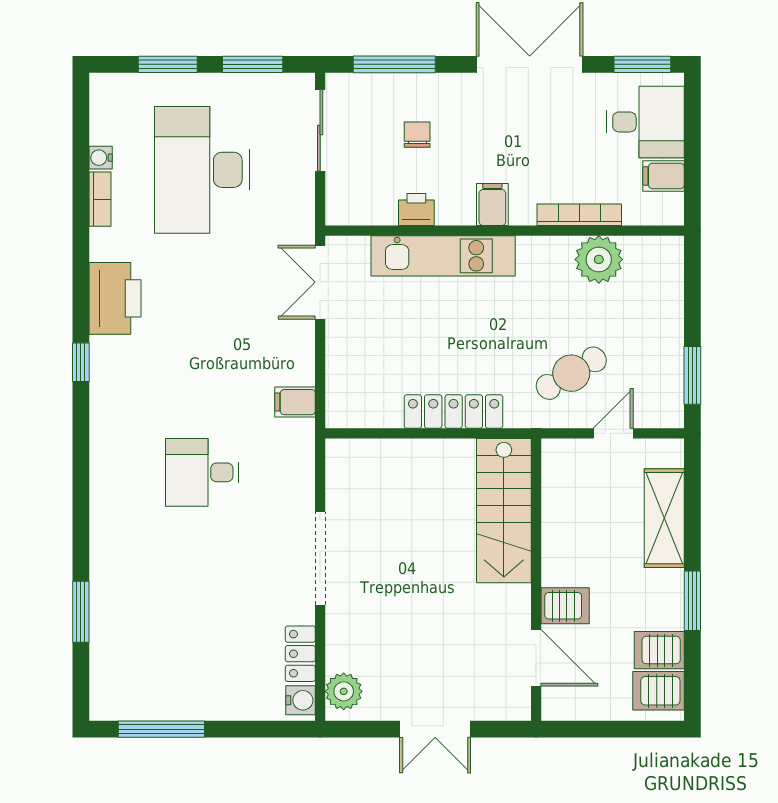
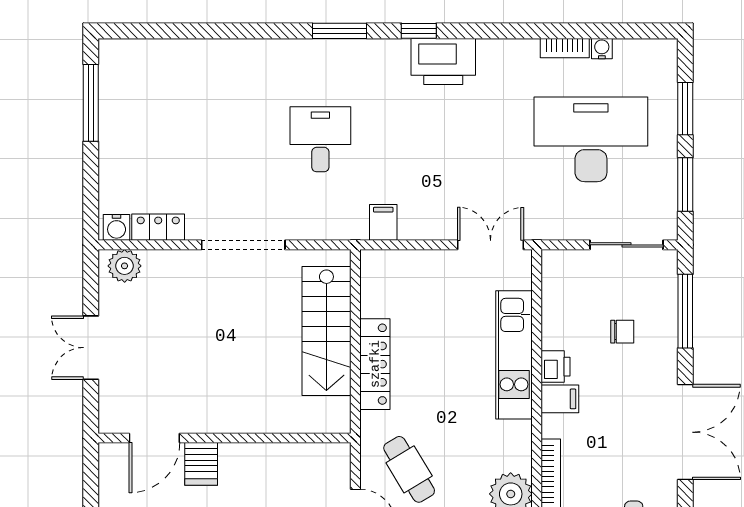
printer: (416, 209) -> (555, 367), moved
printer: (115, 298) -> (443, 61), moved
stairs: (504, 511) -> (326, 331), moved, turned -90
window: (81, 612) -> (339, 31), moved

